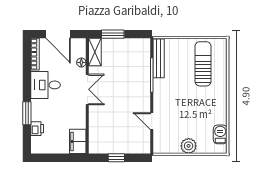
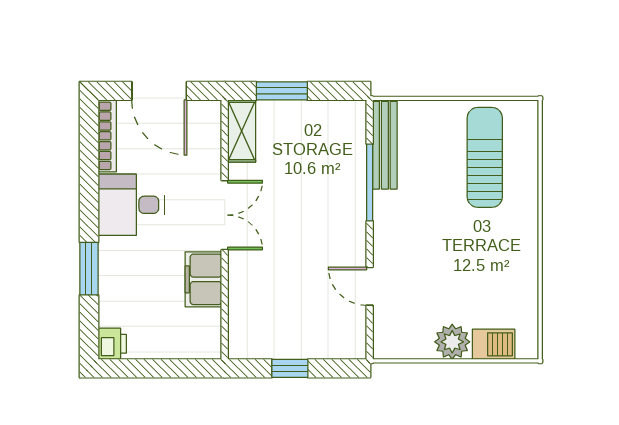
floor lamp: (81, 62) -> (211, 154), removed
printer: (37, 129) -> (112, 344), moved
barbecue: (220, 134) -> (494, 344), moved, turned 90
filing cabinet: (78, 141) -> (203, 279), moved

